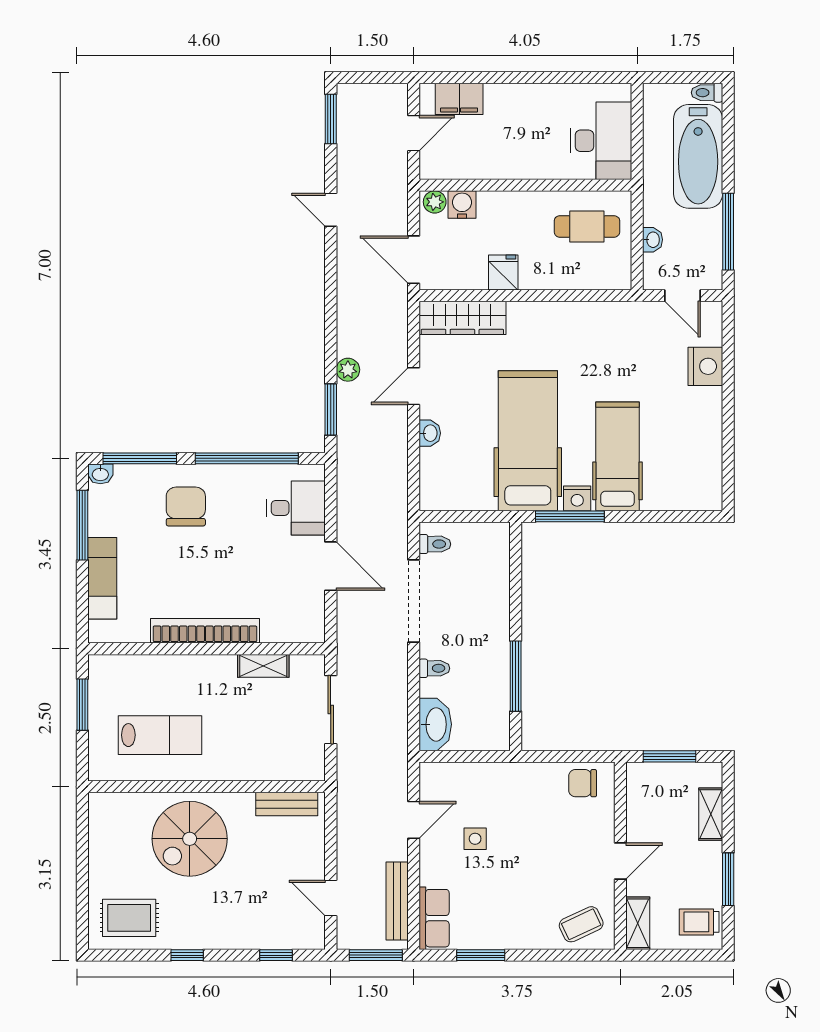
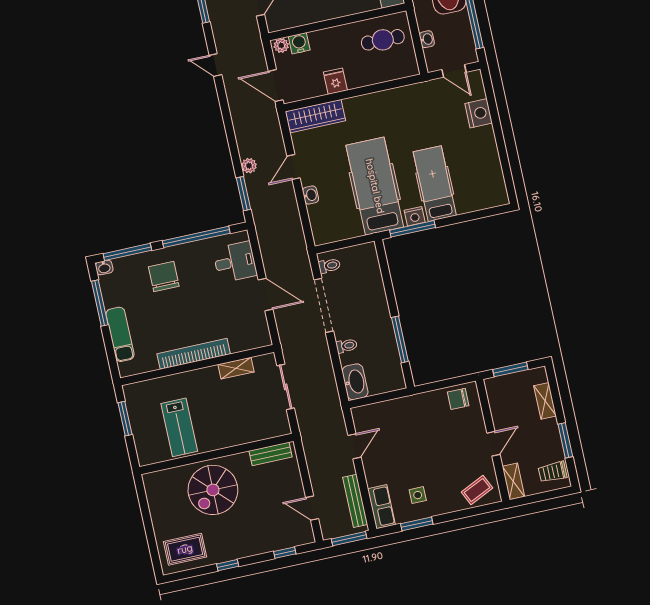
lab bench: (160, 735) -> (179, 427), turned 90
side table: (475, 839) -> (418, 495), moved

